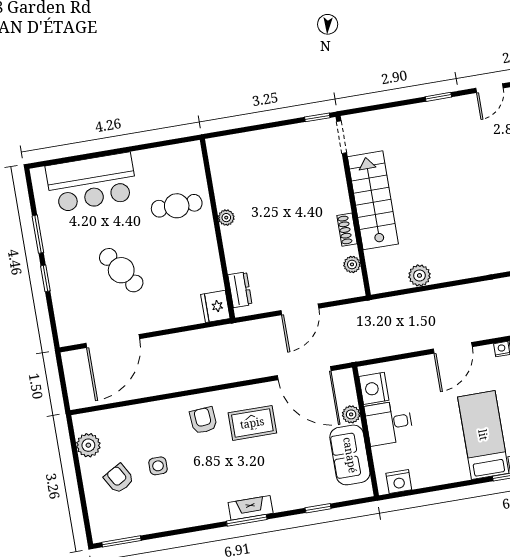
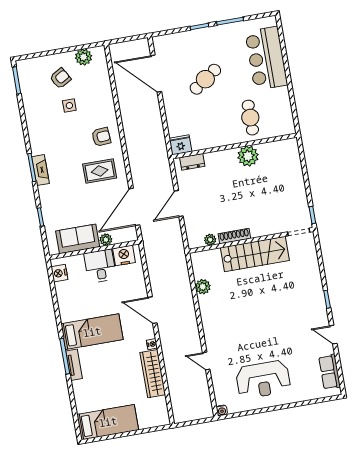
plant: (226, 218) -> (248, 156), width x1.87, depth x1.87
shoe rack: (347, 230) -> (234, 236), width x1.43
door: (300, 309) -> (179, 204), hinge flipped
rug: (252, 423) -> (100, 171), turned 90

